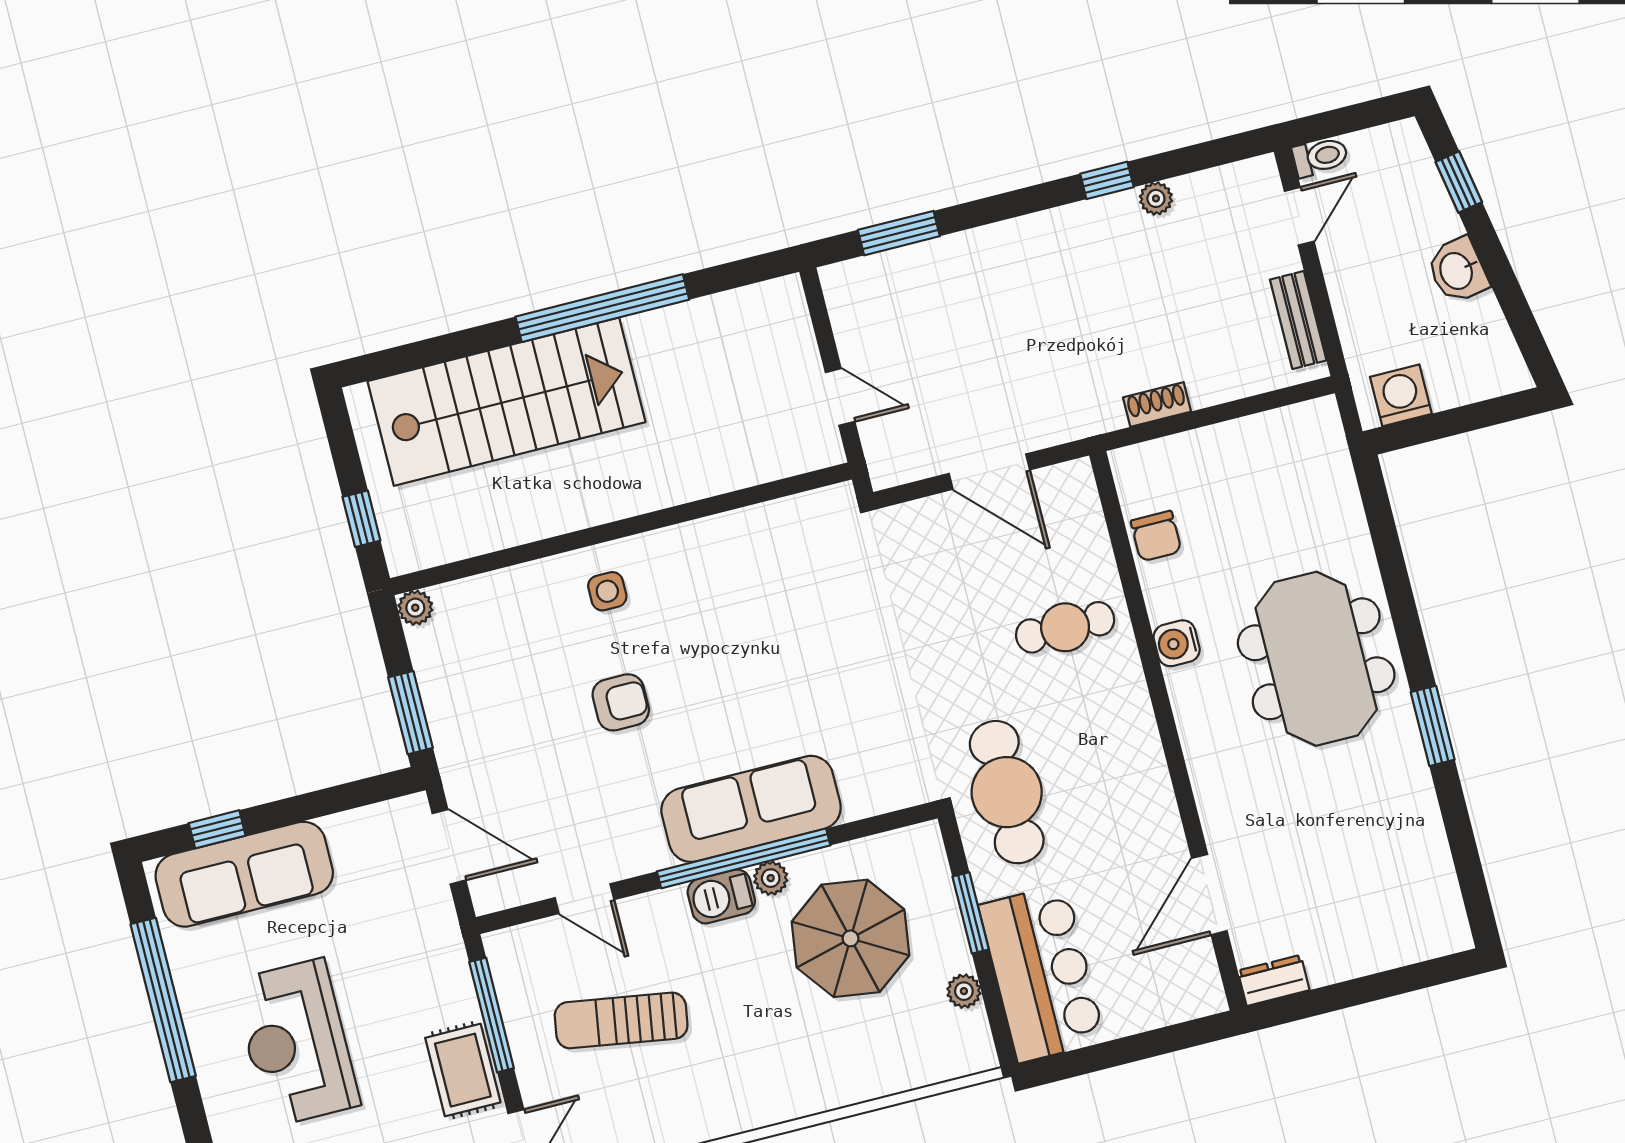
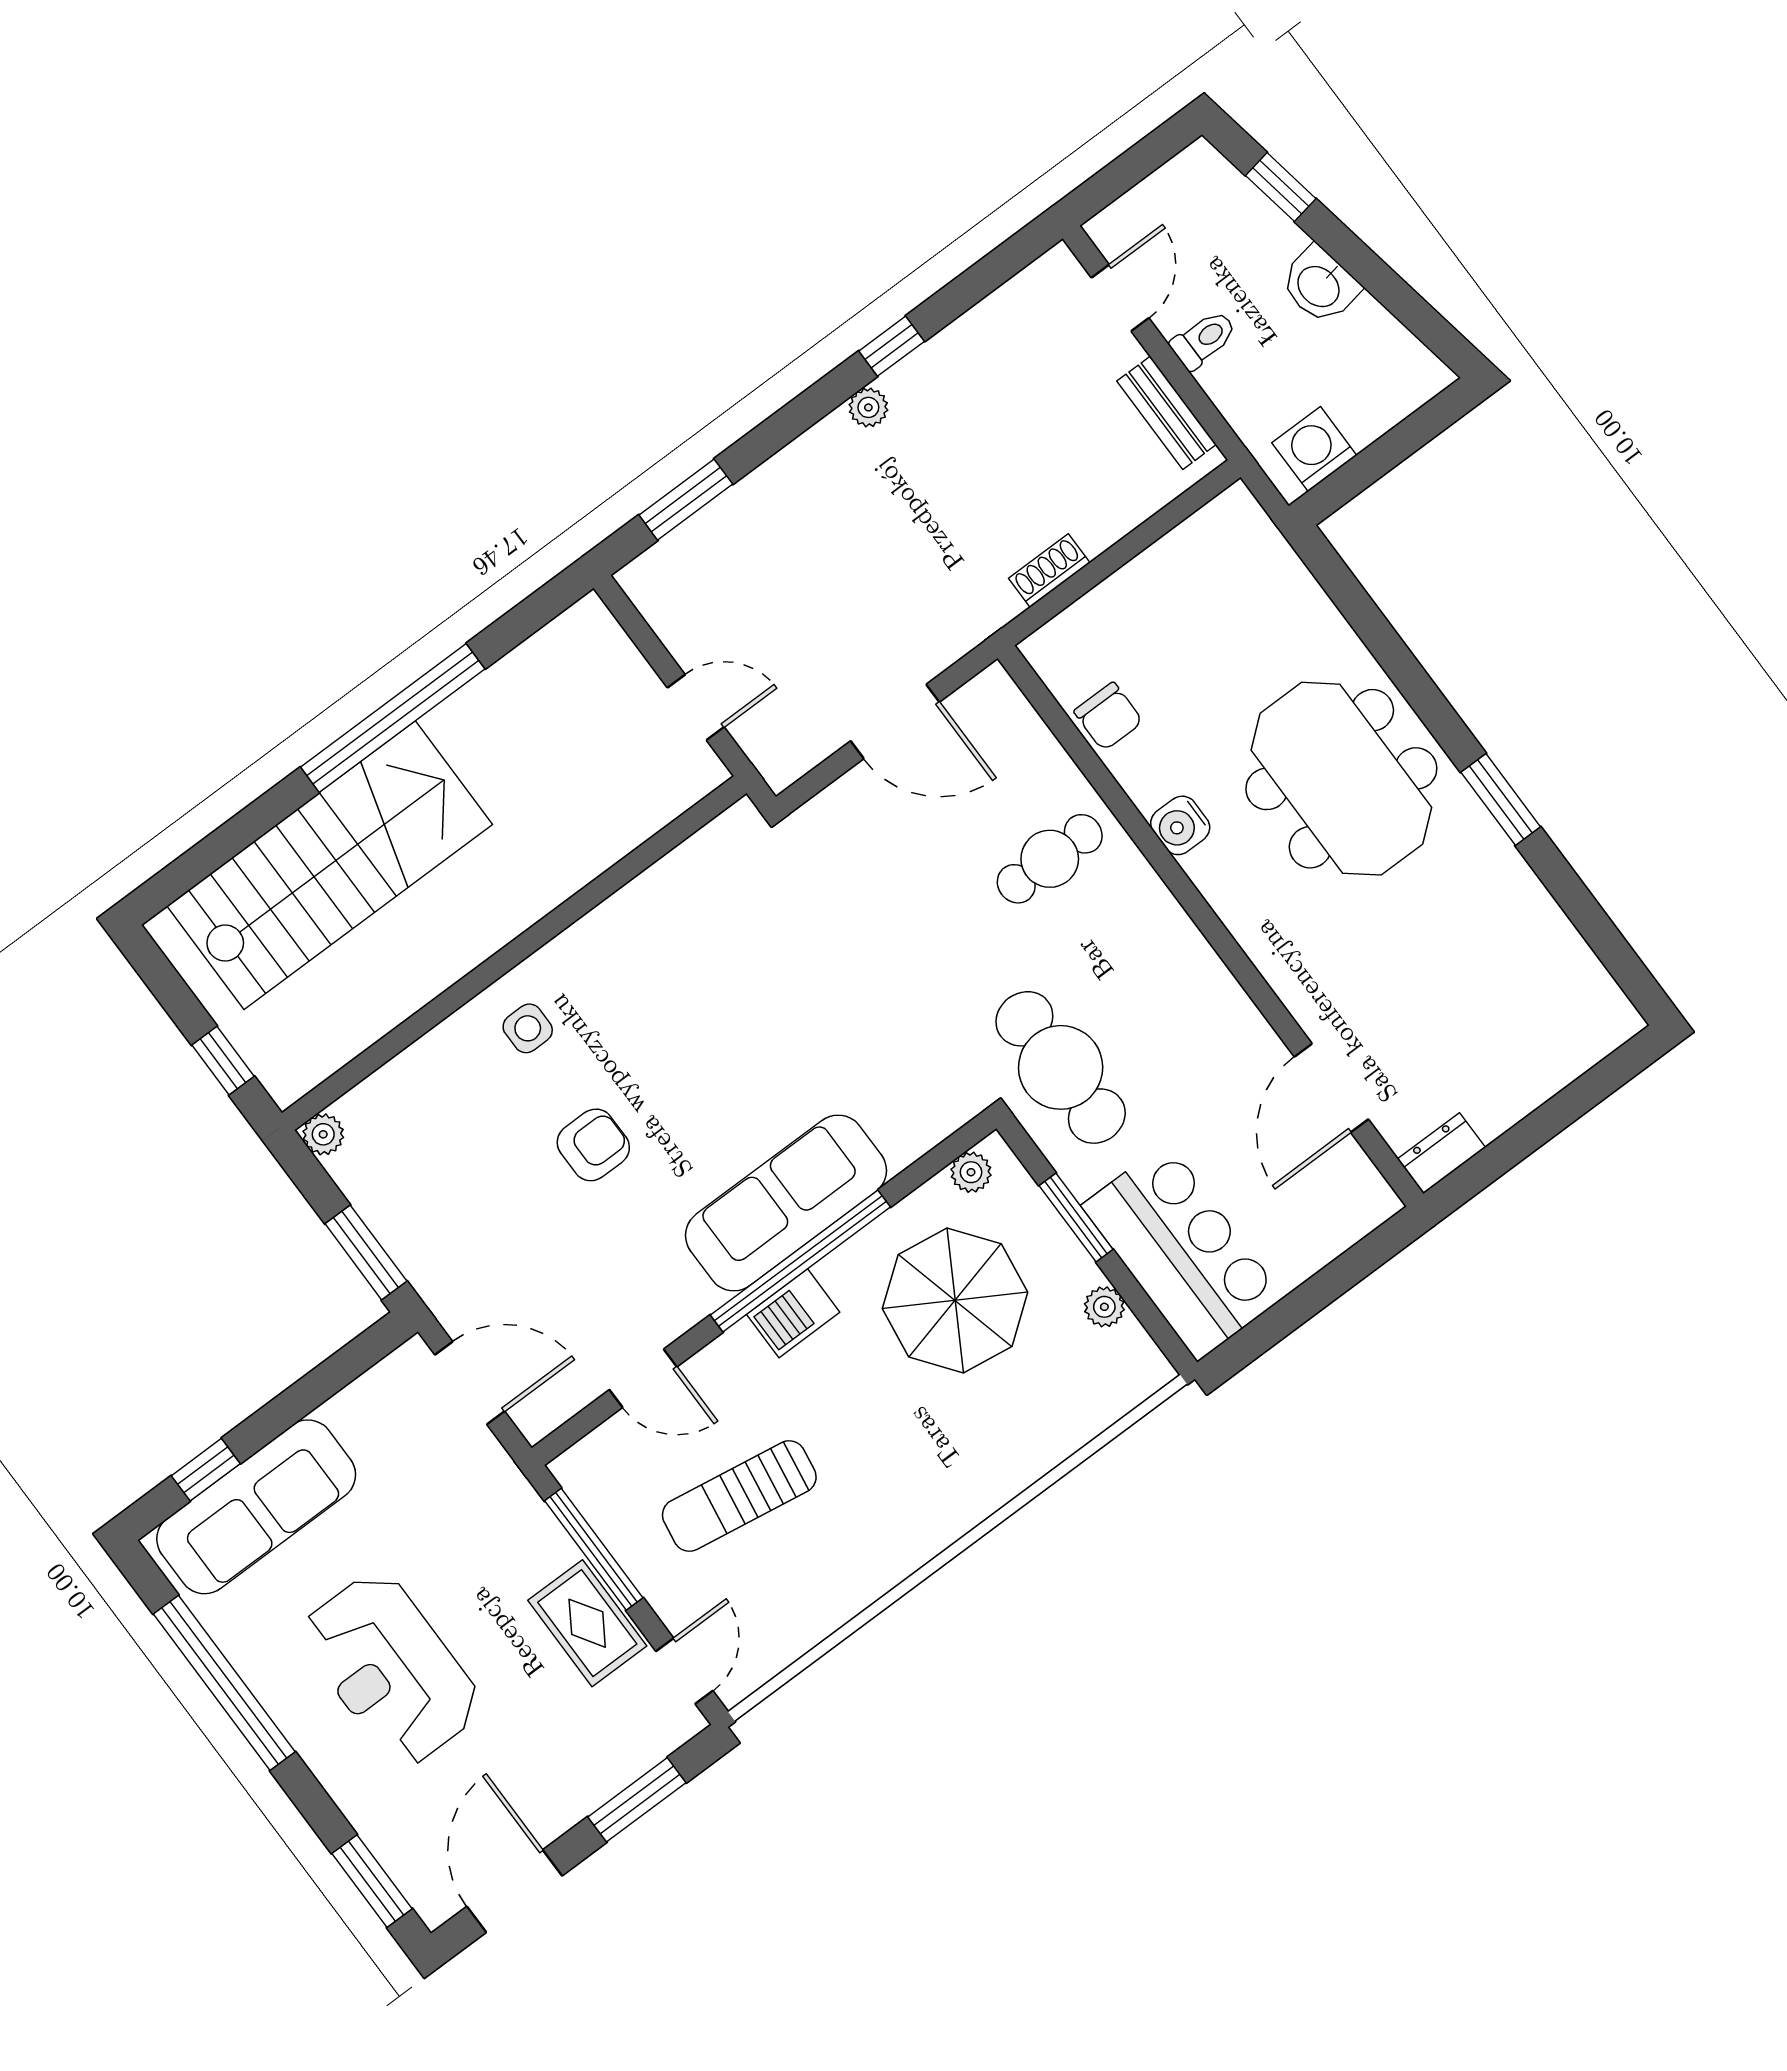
toilet: (1320, 157) -> (1204, 340), moved
plant: (1156, 198) -> (868, 407), moved
plant: (771, 878) -> (971, 1172), moved

